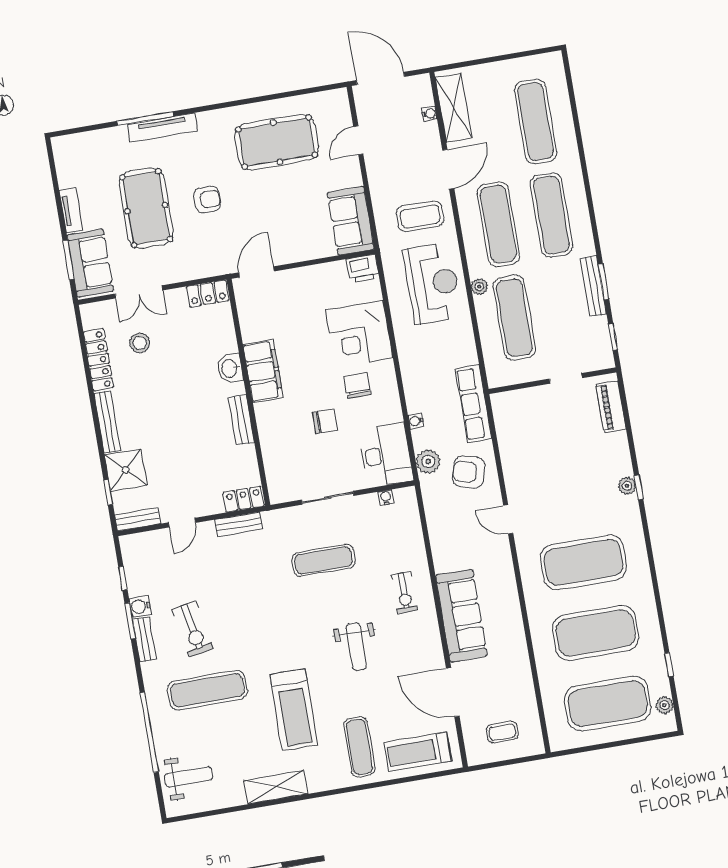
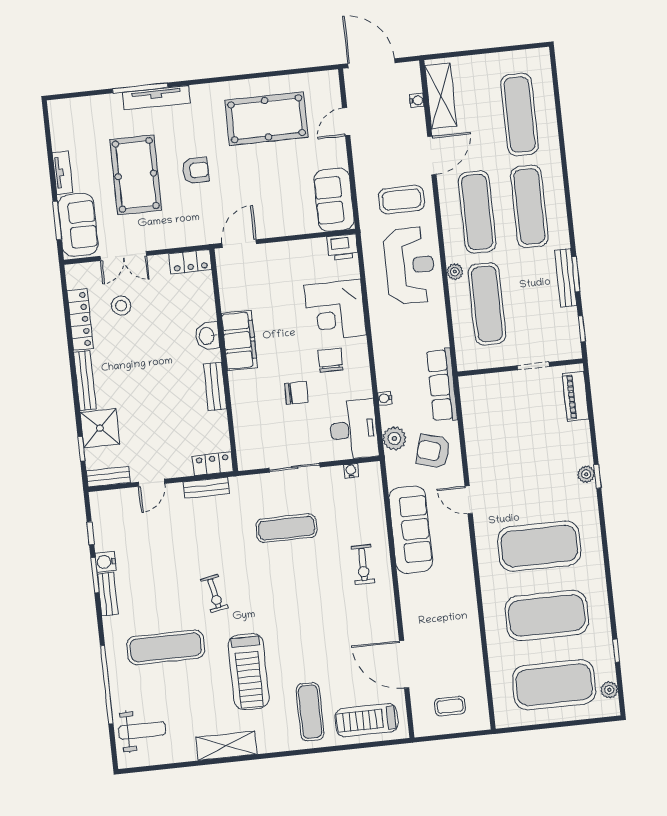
sofa: (461, 616) -> (411, 530), moved
exercise bike: (193, 629) -> (214, 594), moved, width x0.73, depth x0.72
weight bench: (356, 647) -> (313, 614), removed

